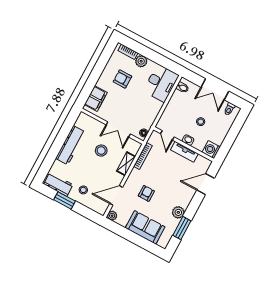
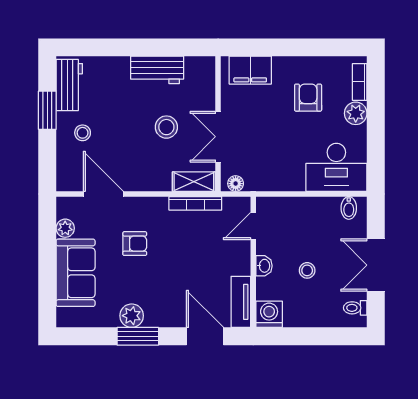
workbench: (71, 145) -> (157, 70), width x0.73
tv unit: (184, 152) -> (241, 302), moved
shelving: (126, 164) -> (194, 182), moved
plant: (112, 216) -> (65, 228), moved
window: (182, 228) -> (138, 336), moved

